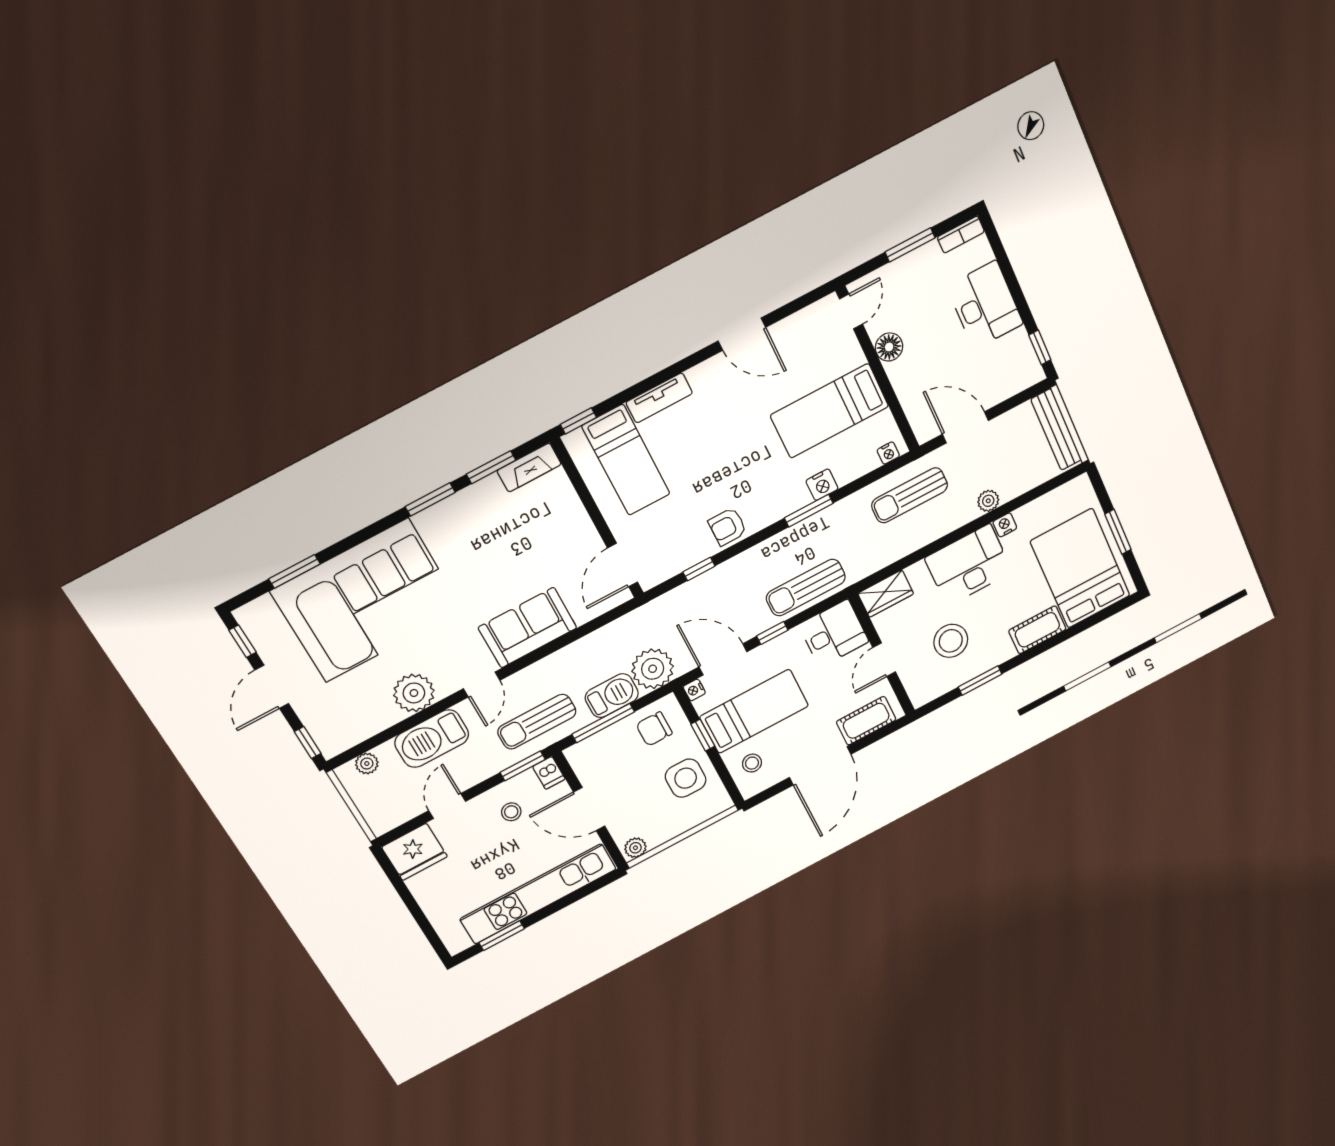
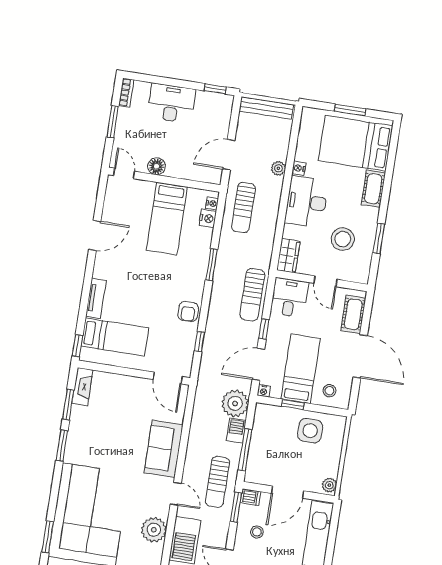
nightstand: (822, 485) -> (208, 218), moved
barbecue: (612, 696) -> (236, 430), width x0.73, depth x0.79
chair: (654, 729) -> (269, 427), removed

